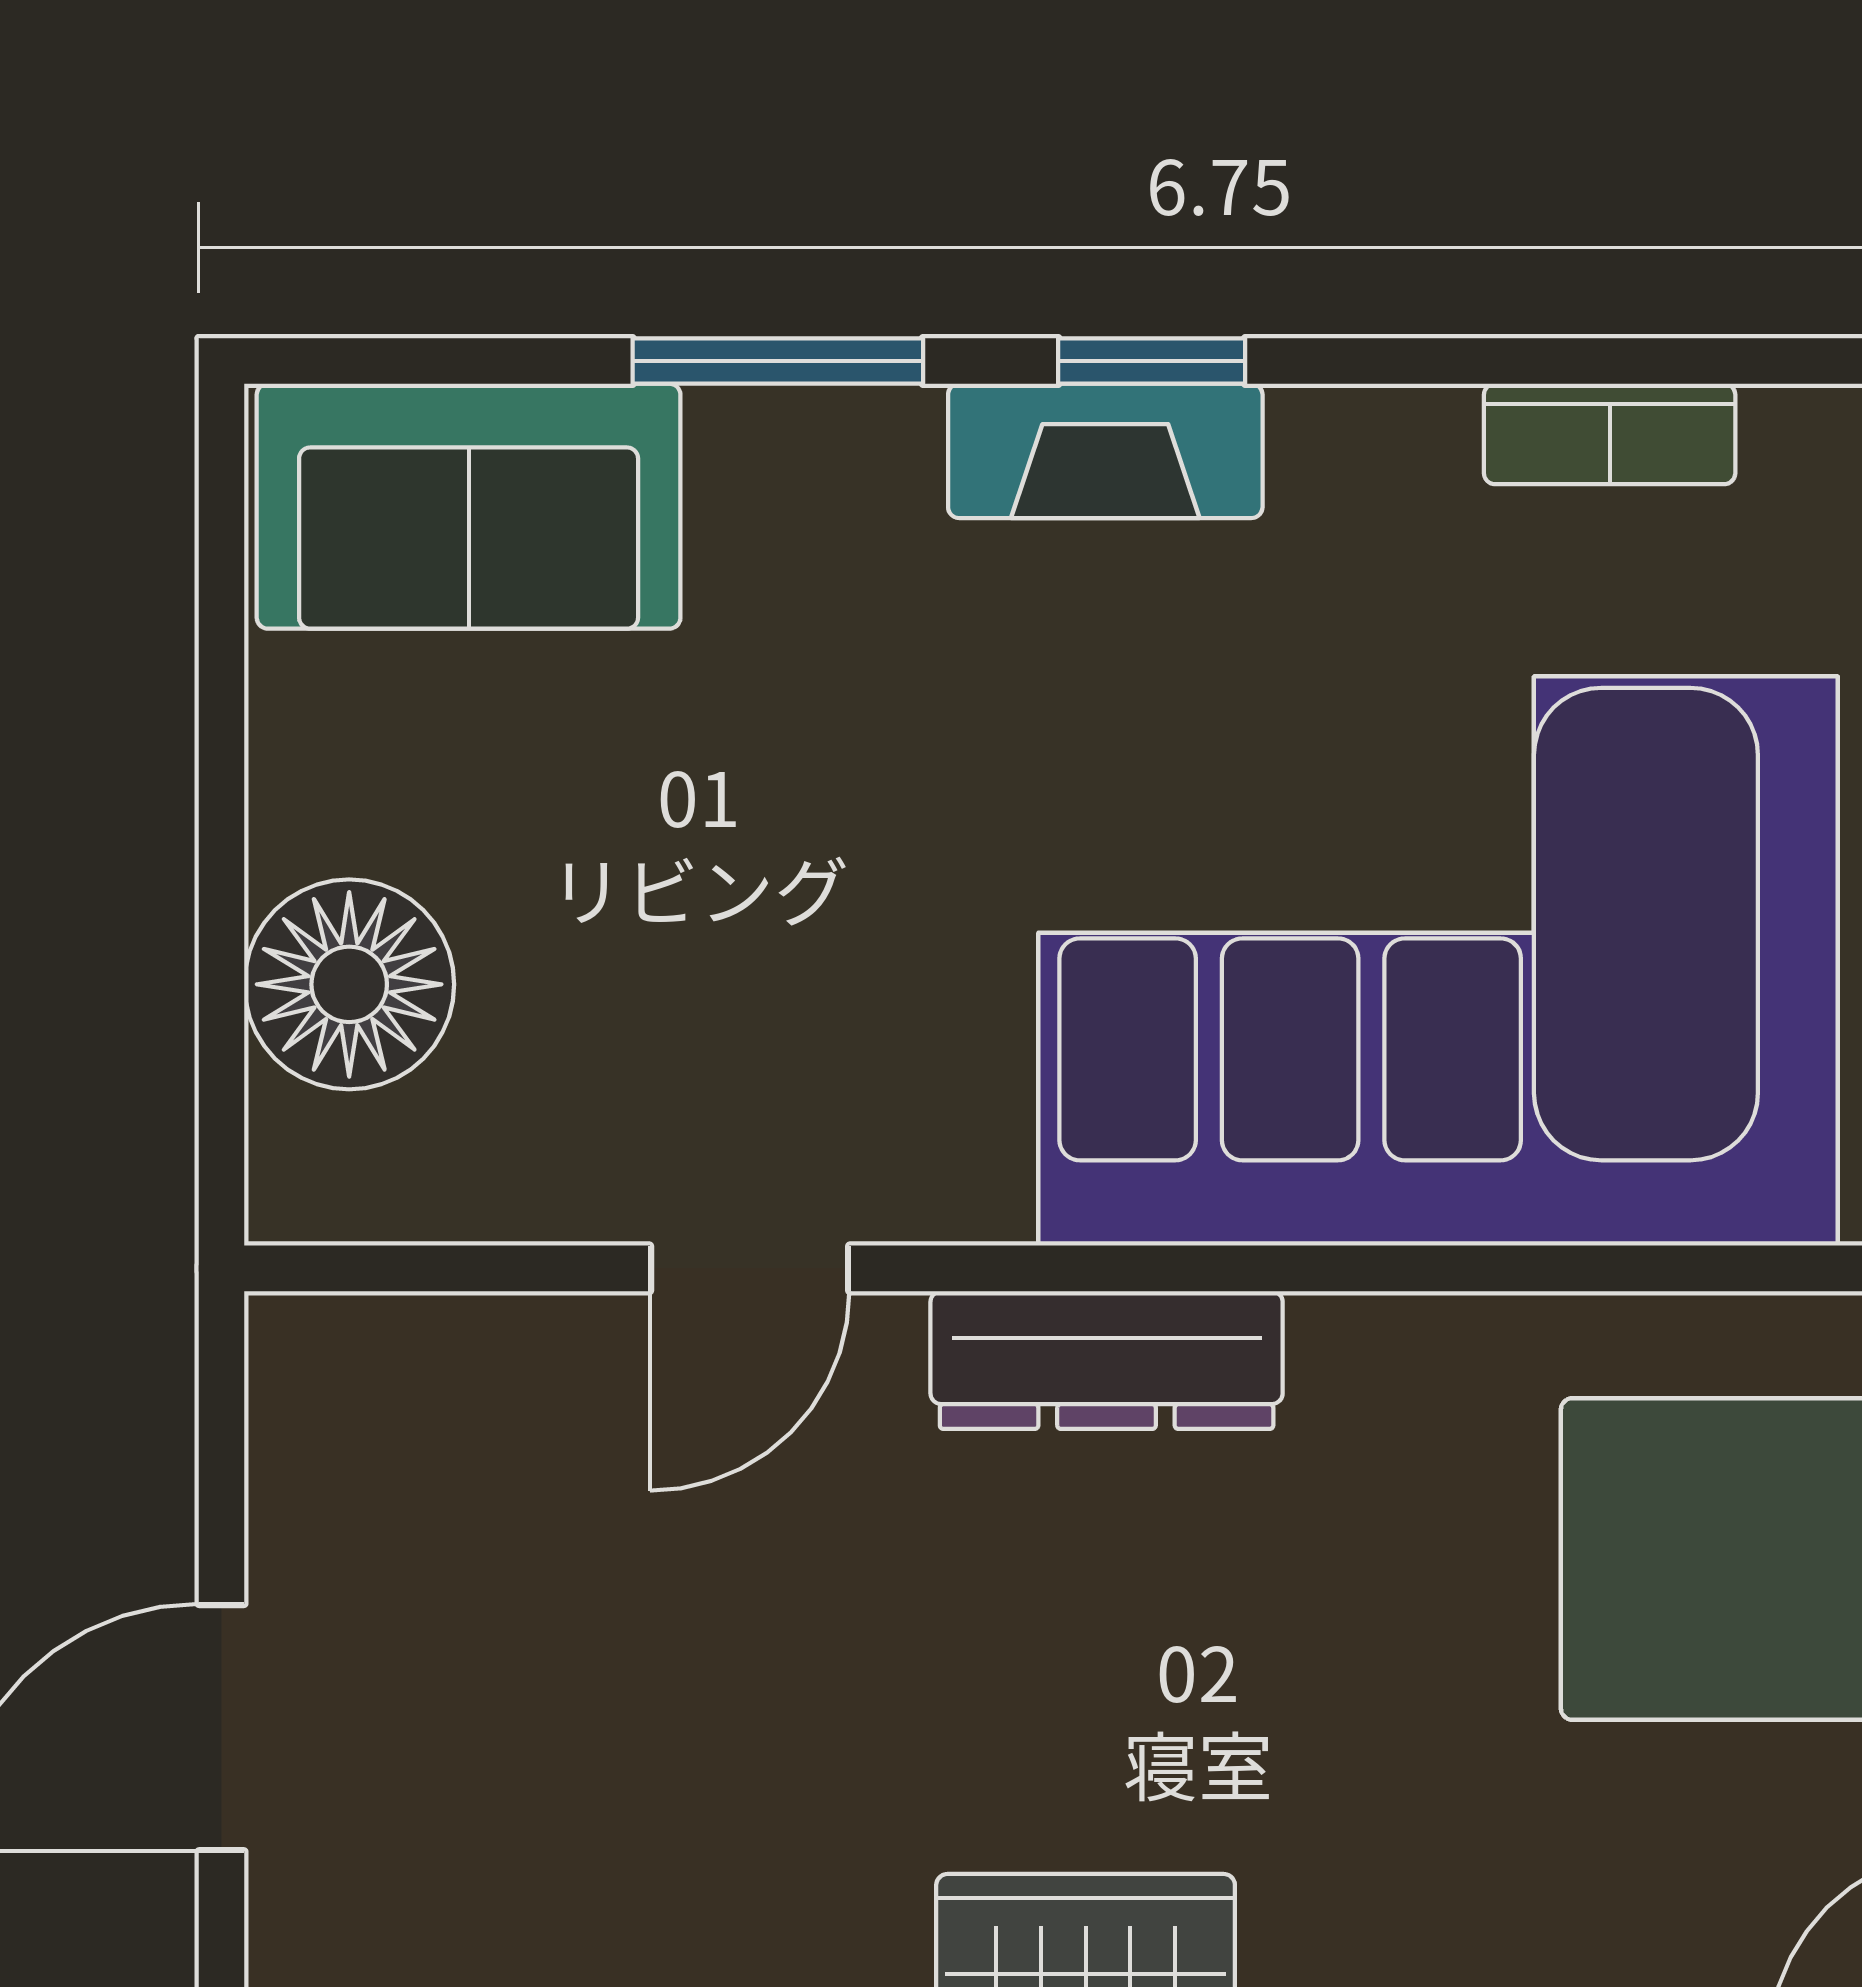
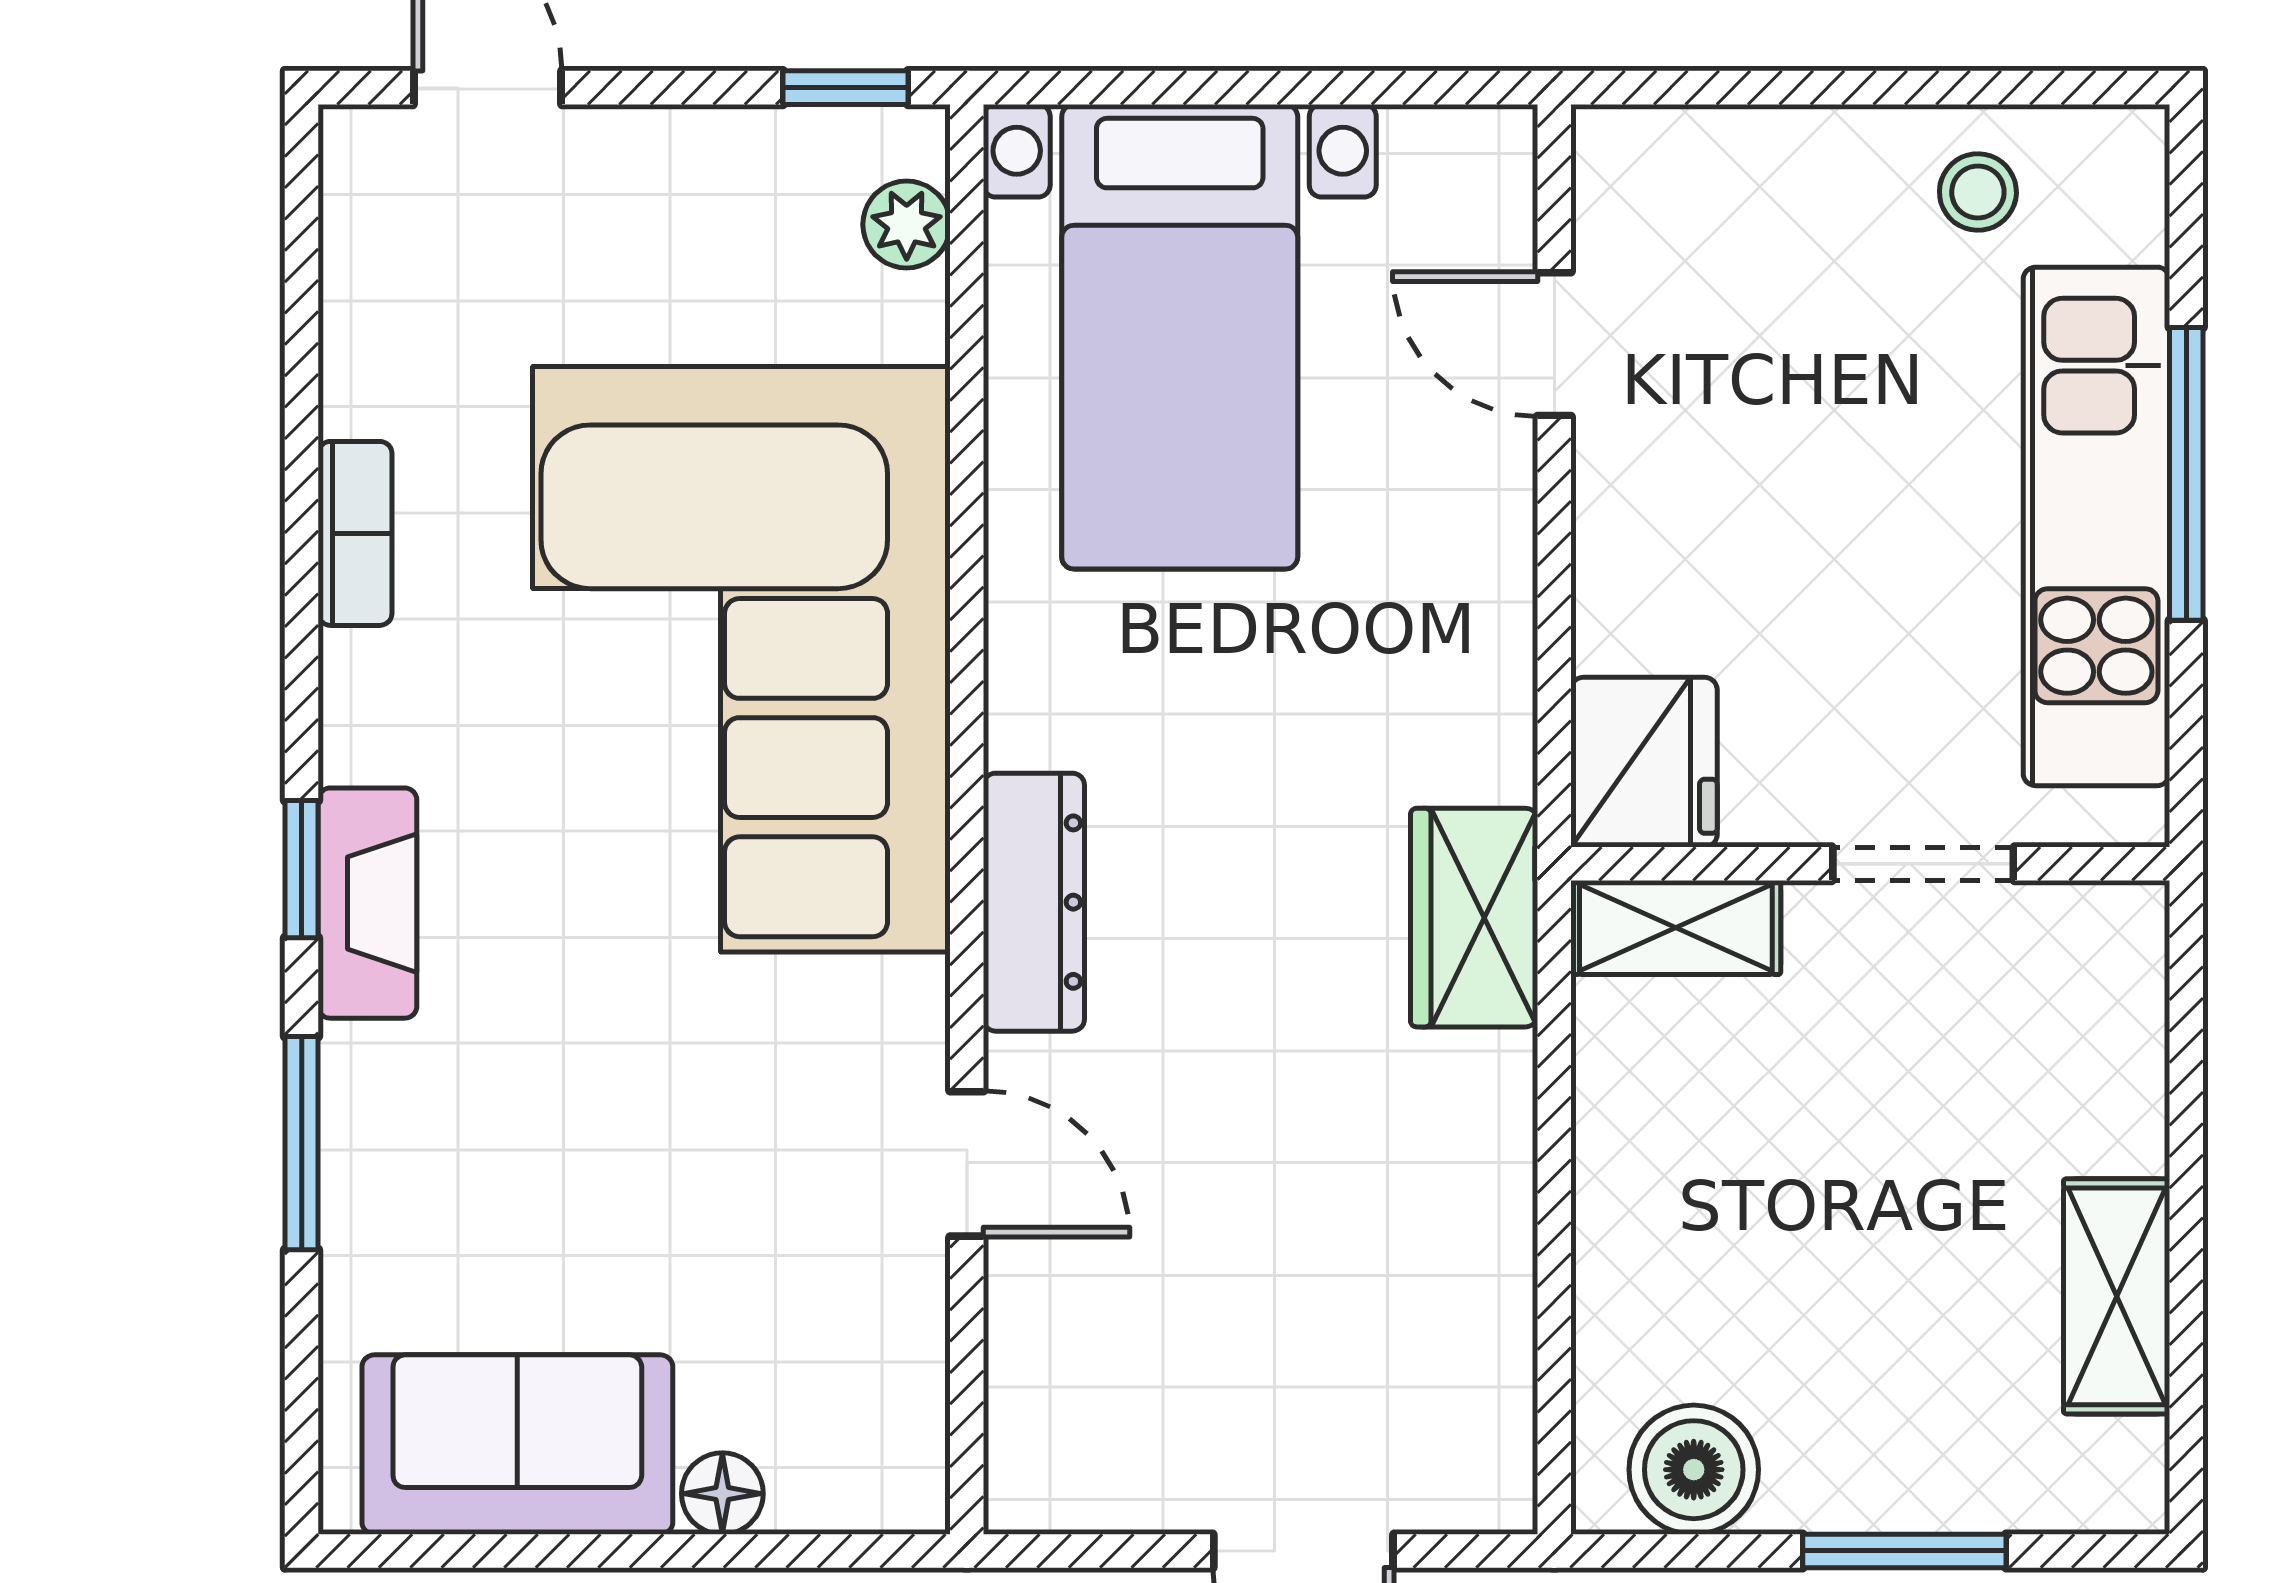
sofa: (469, 506) -> (517, 1445), moved, turned -90
floor lamp: (349, 984) -> (722, 1494), width x0.53, depth x0.53

